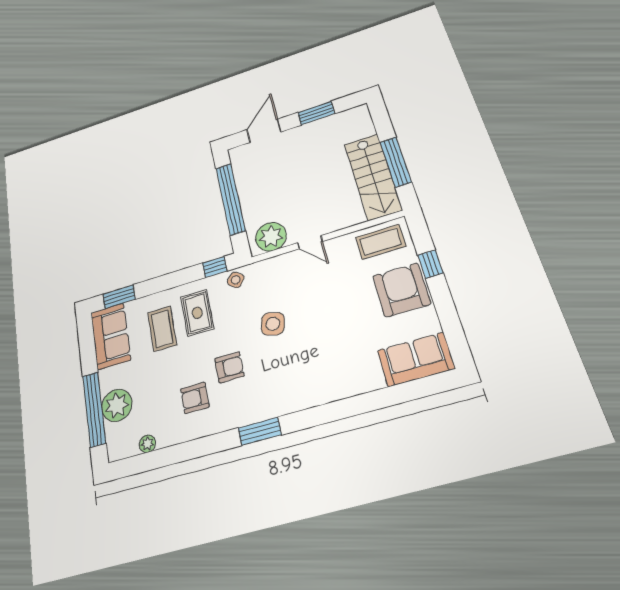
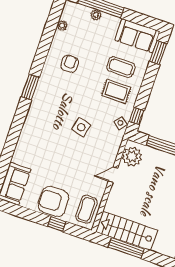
armchair: (401, 290) -> (53, 201), turned 180
armchair: (229, 367) -> (74, 91), removed
plant: (117, 405) -> (96, 15), width x0.53, depth x0.53

